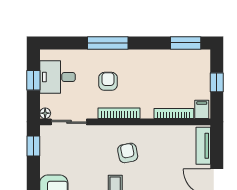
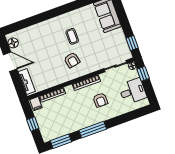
window: (108, 43) -> (93, 130), moved
window: (33, 80) -> (143, 74), moved

